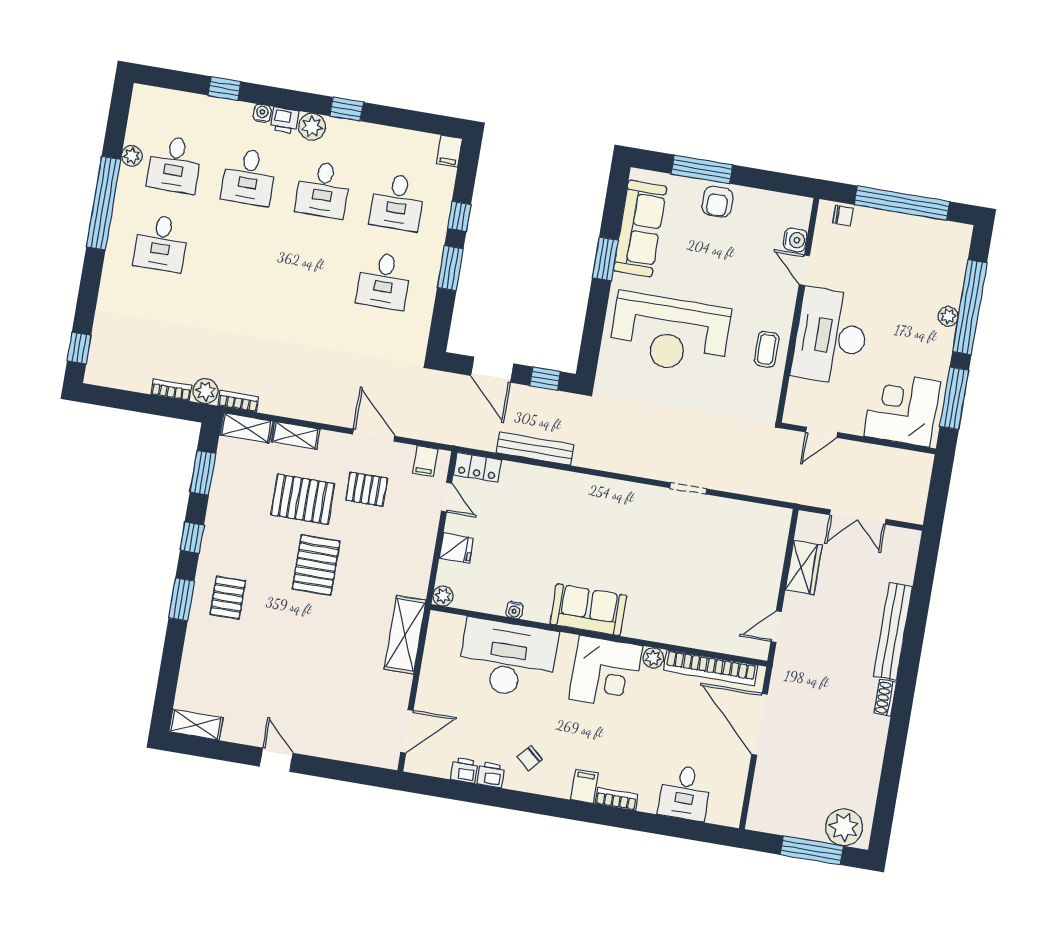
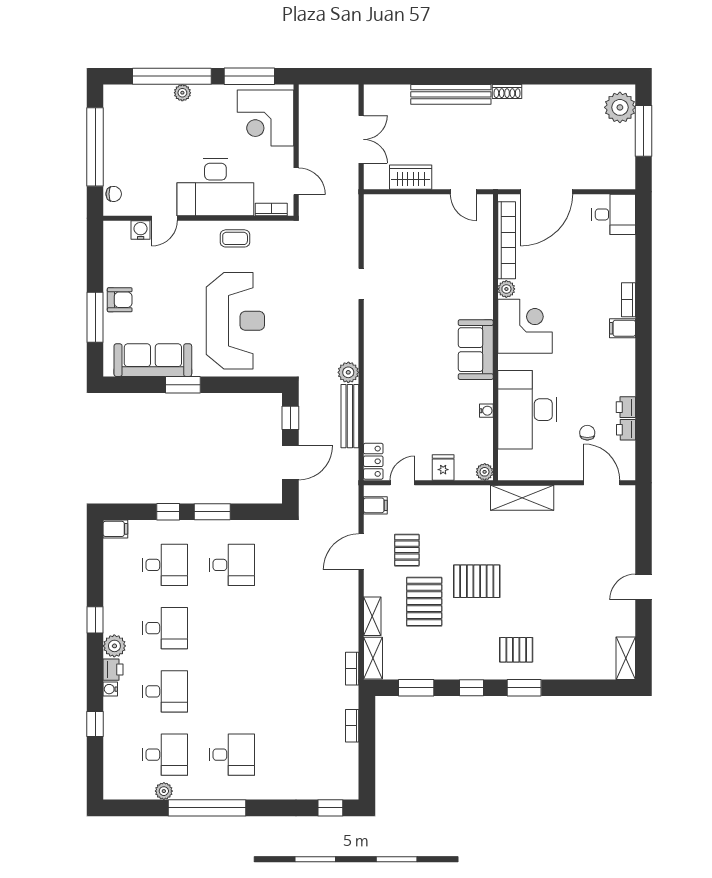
chair: (843, 216) -> (114, 194), turned 90
plant: (205, 391) -> (348, 372), moved
bookcase: (793, 397) -> (271, 209), added
chair: (530, 758) -> (587, 433), moved, turned -131
desk: (685, 793) -> (614, 214), moved

